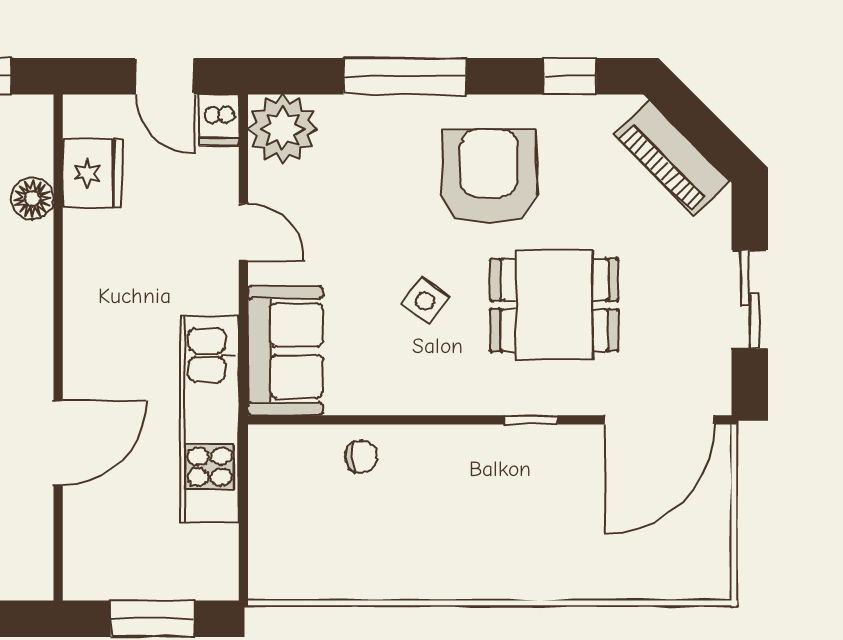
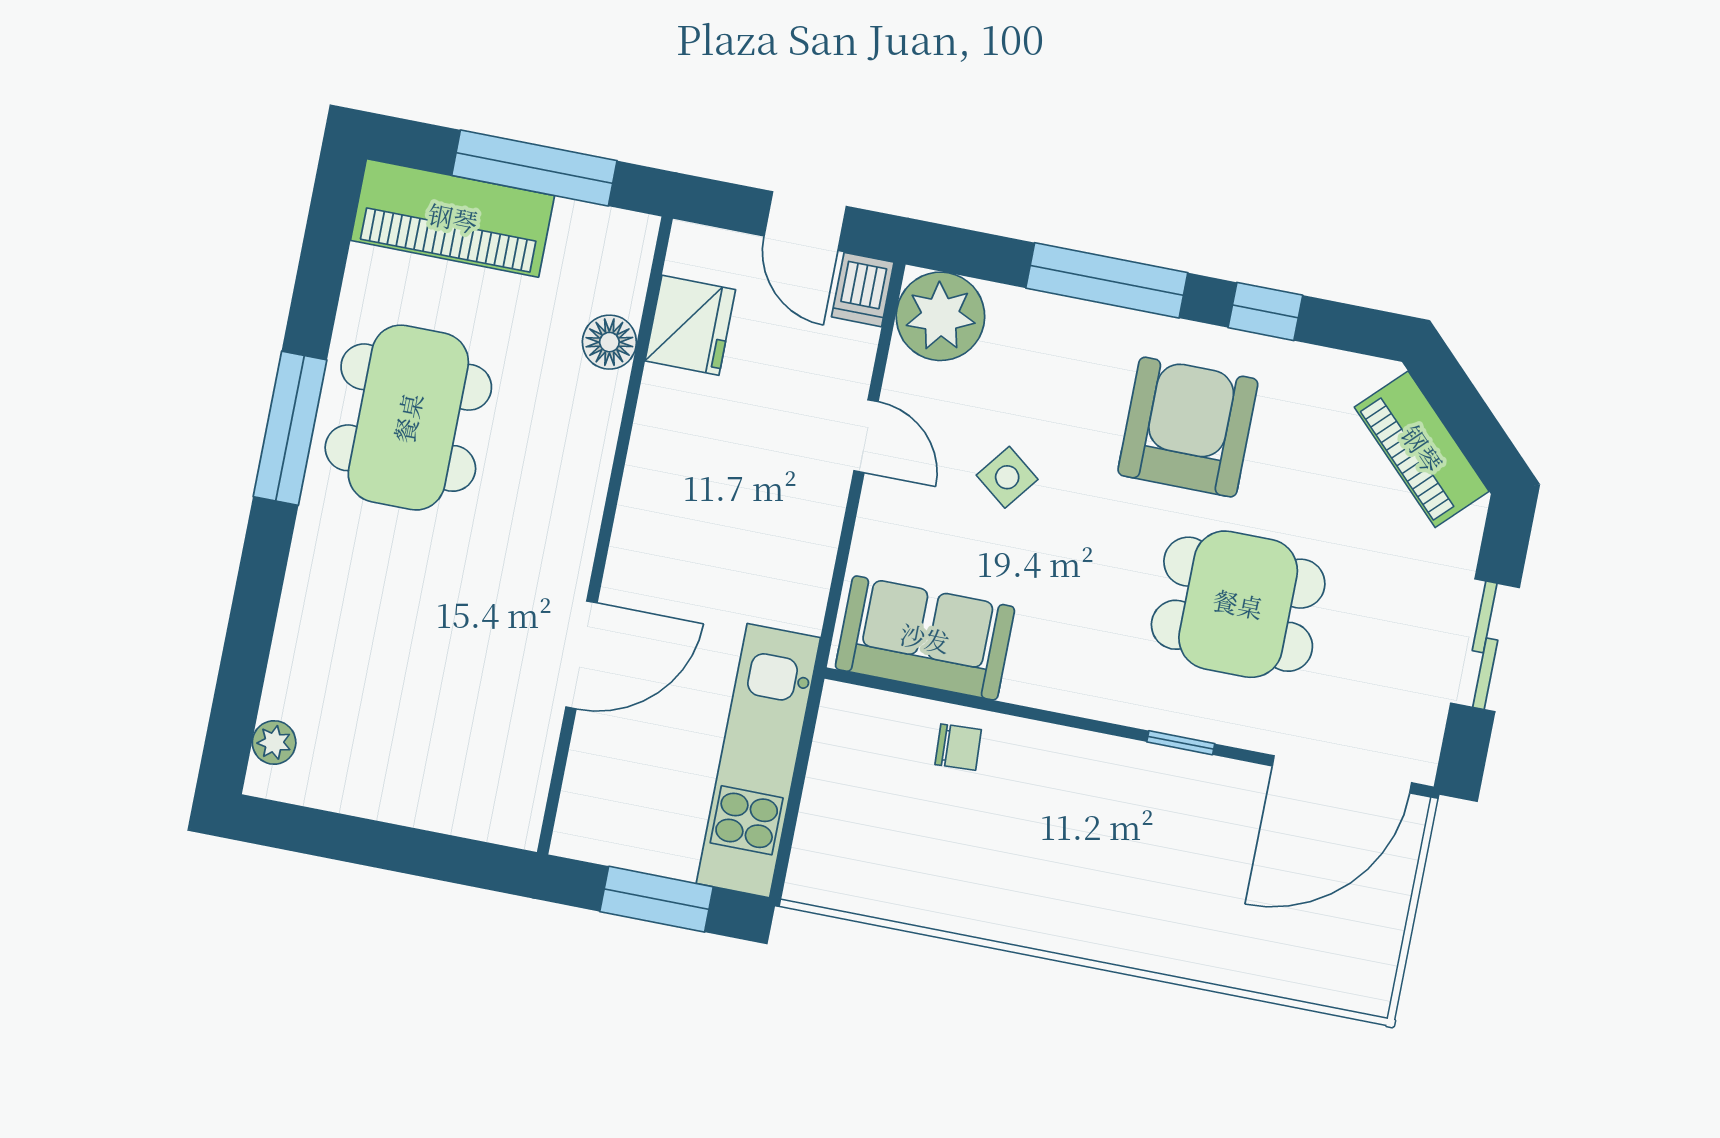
window: (570, 76) -> (1265, 311), moved
side table: (425, 301) -> (1007, 477), moved
sofa: (285, 351) -> (925, 638), moved, turned -90
kitchen unit: (210, 419) -> (758, 761), moved

